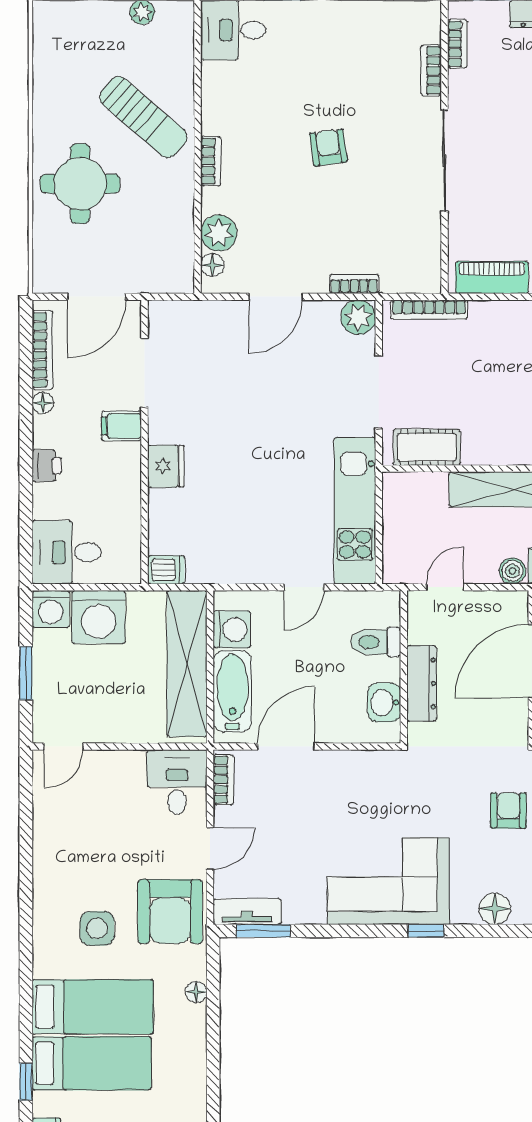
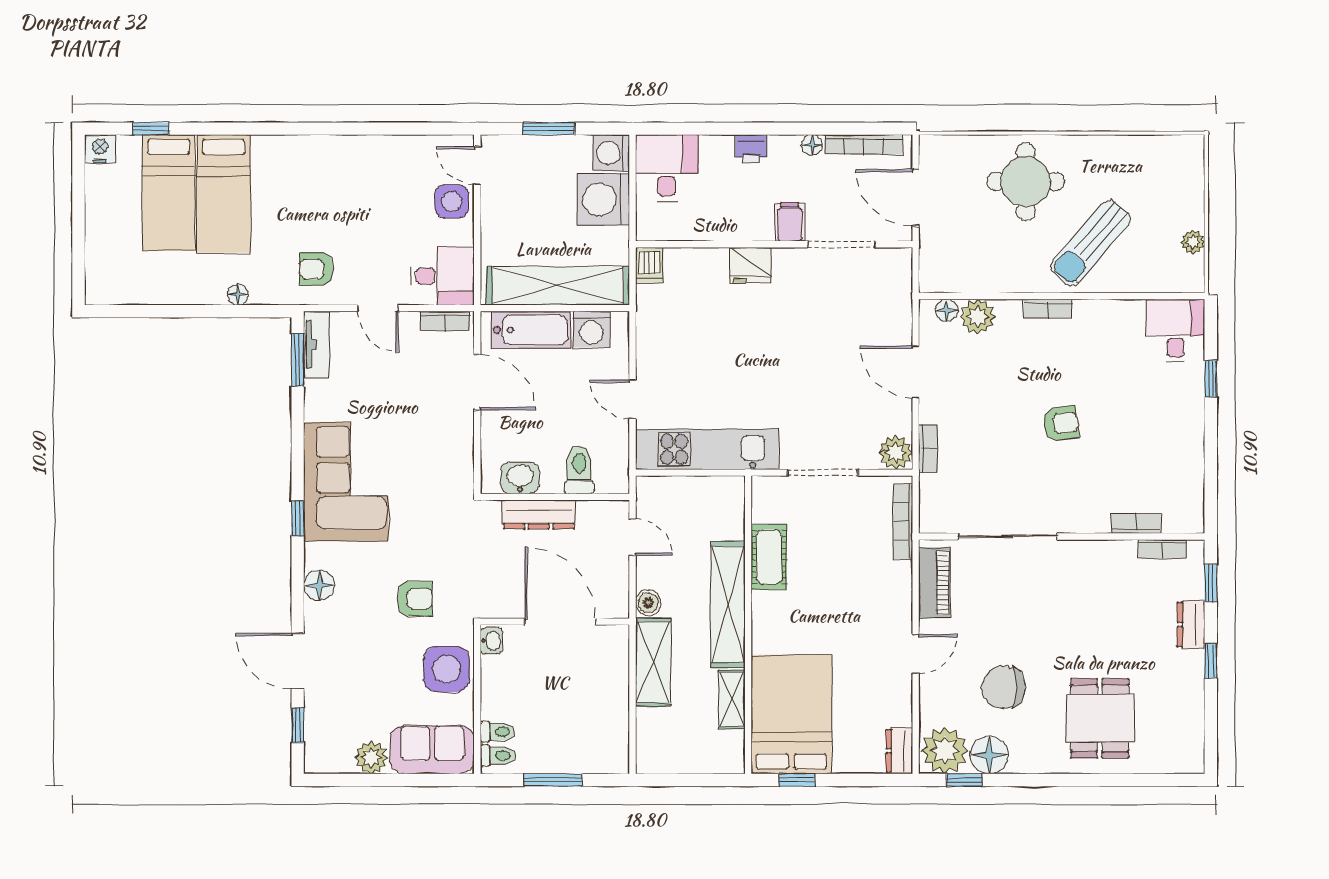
sliding door: (444, 161) -> (1008, 536), moved
cot: (427, 447) -> (769, 557), moved
armchair: (170, 912) -> (316, 269), width x0.53, depth x0.53
side table: (97, 928) -> (452, 201), moved

